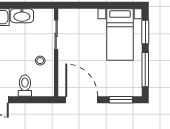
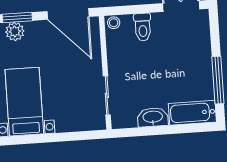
stool: (40, 61) -> (114, 23), moved
plant: (124, 89) -> (15, 31), added

